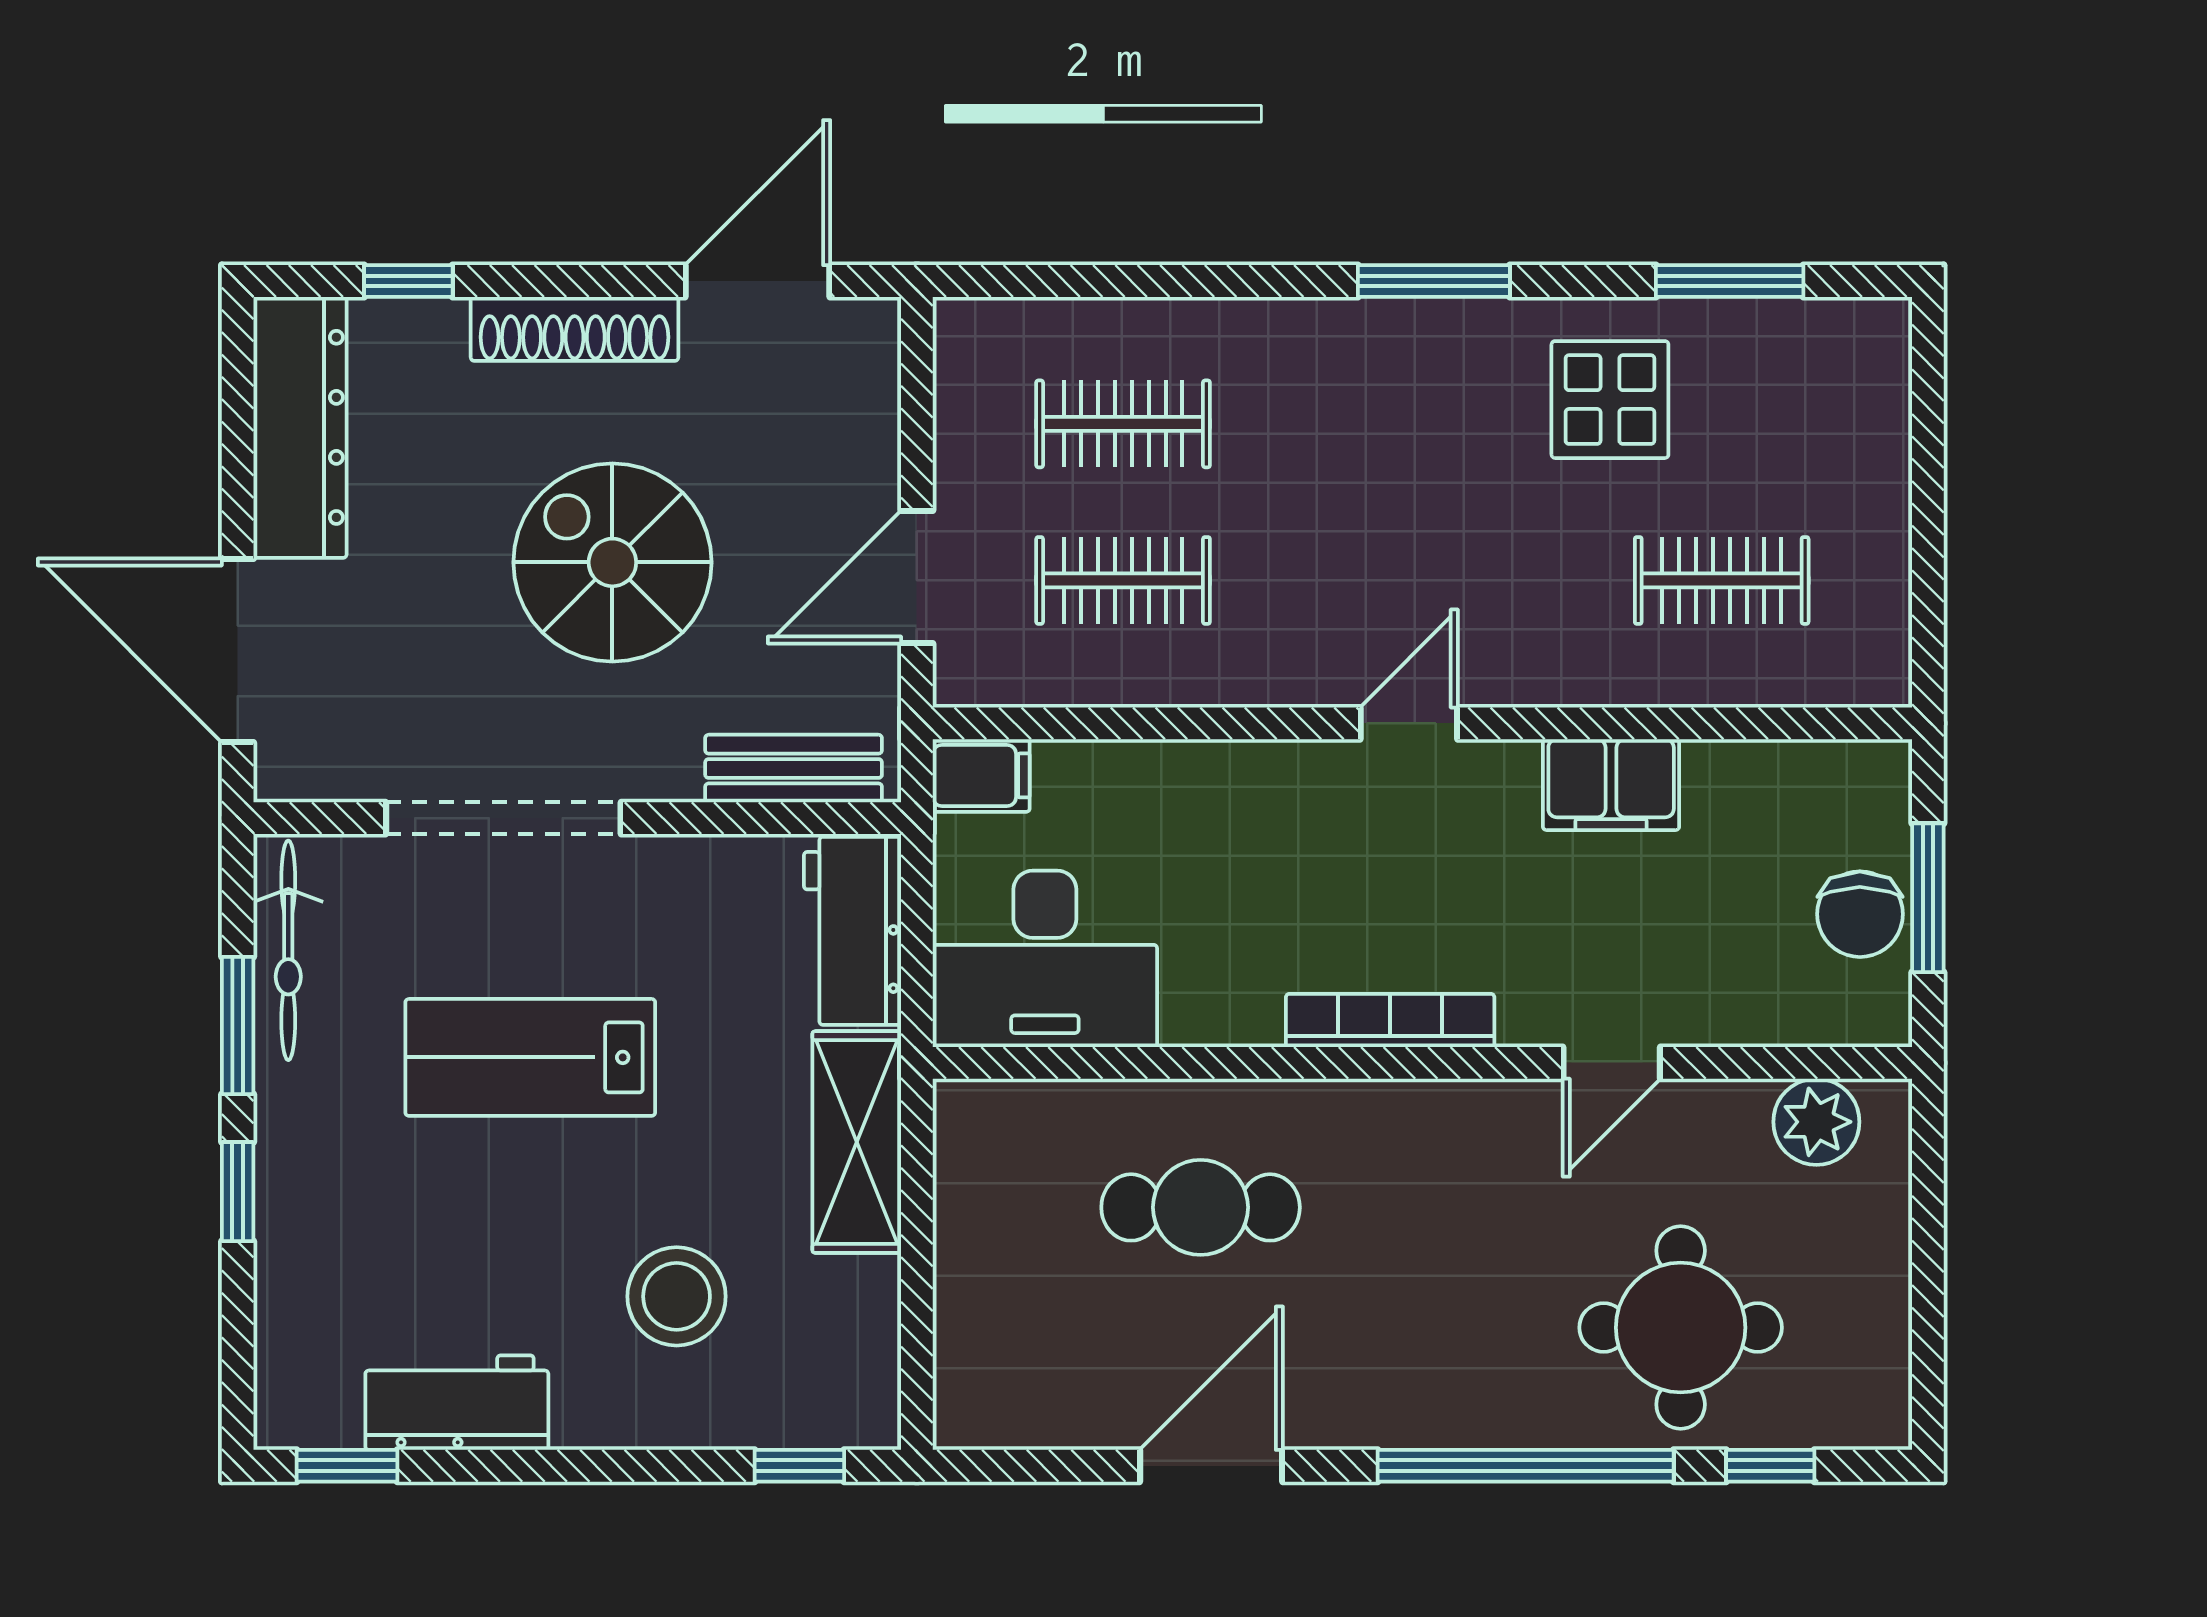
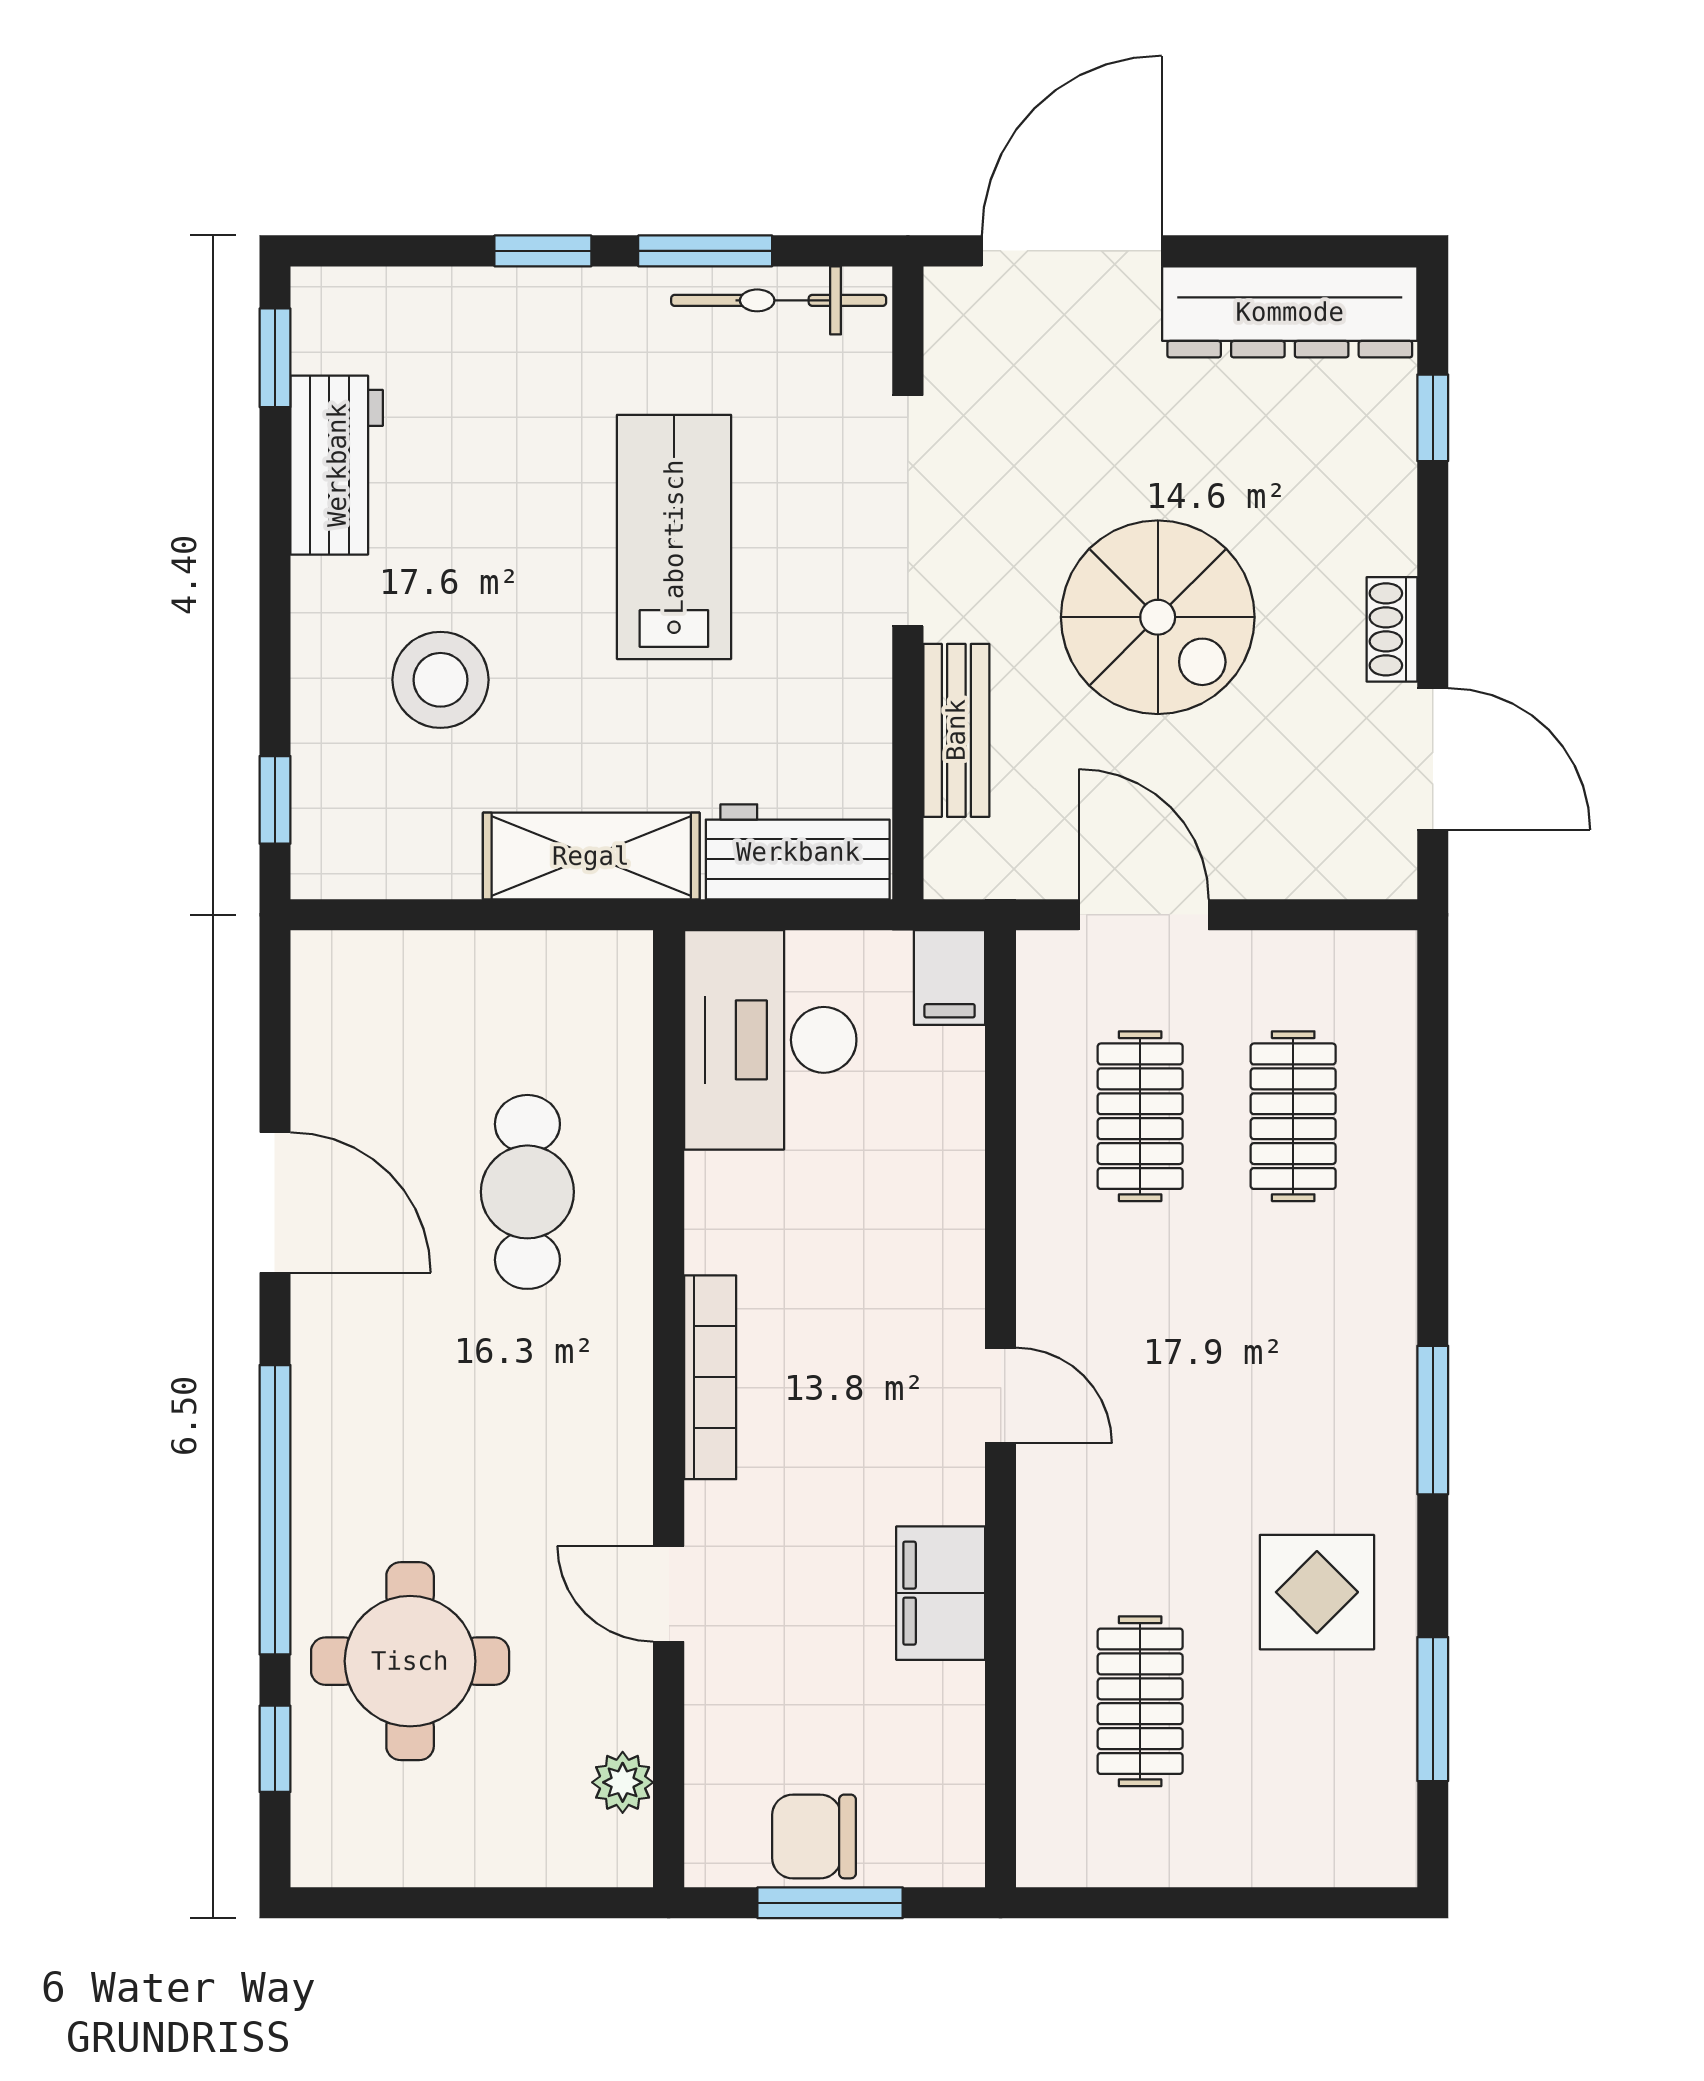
shoe rack: (575, 329) -> (1392, 629), width x0.51, depth x0.81
spiral stairs: (612, 562) -> (1158, 617), turned 90
bench: (794, 769) -> (956, 730), moved
plant: (1816, 1122) -> (623, 1782), width x0.73, depth x0.73

